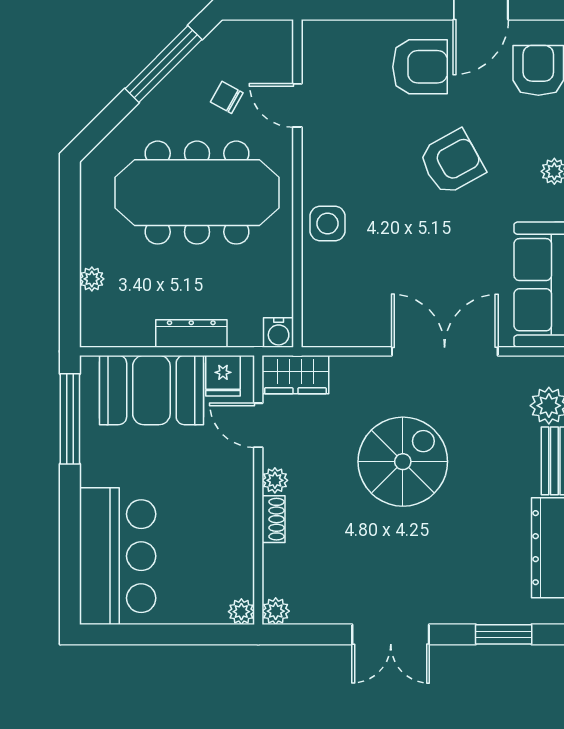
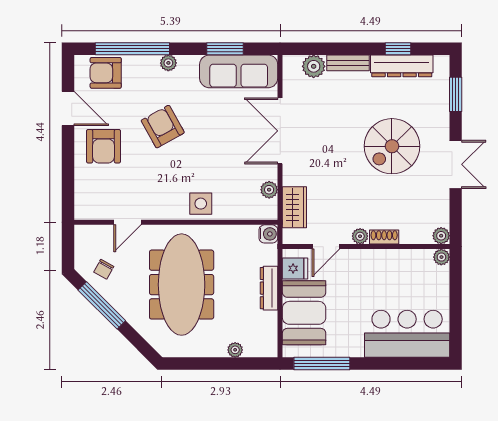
armchair: (420, 67) -> (104, 146), turned 180
chair: (227, 97) -> (104, 269), moved
plant: (350, 334) -> (269, 190), added
wardrobe: (295, 375) -> (294, 207), moved
spiral stairs: (403, 462) -> (392, 146), moved, turned -90

